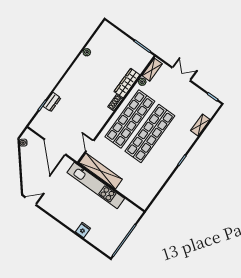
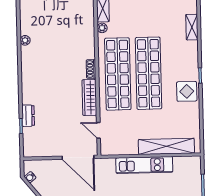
wardrobe: (127, 83) -> (89, 97), moved
door: (55, 147) -> (78, 157), moved
display table: (166, 164) -> (187, 91), added
shelving: (101, 171) -> (166, 146), moved
kitchen unit: (96, 186) -> (144, 165), width x0.73

